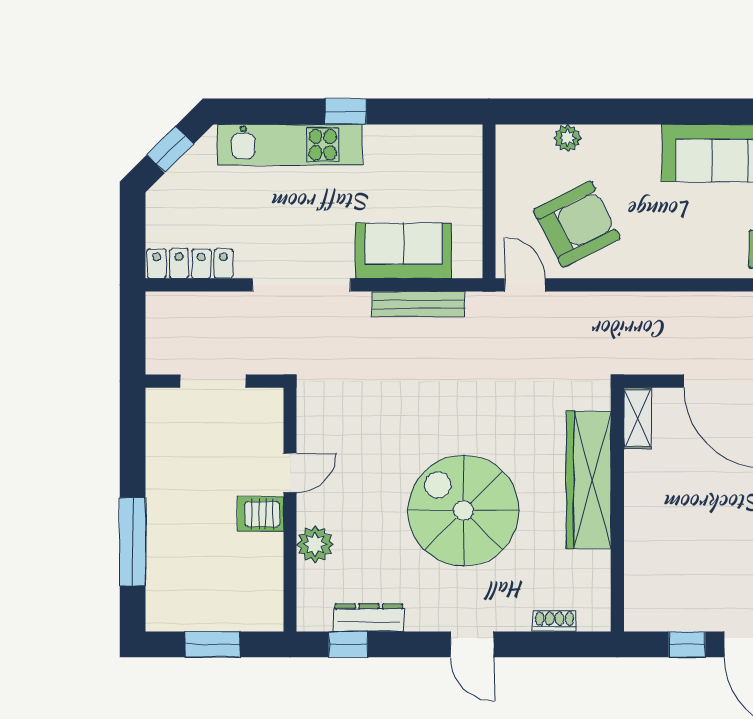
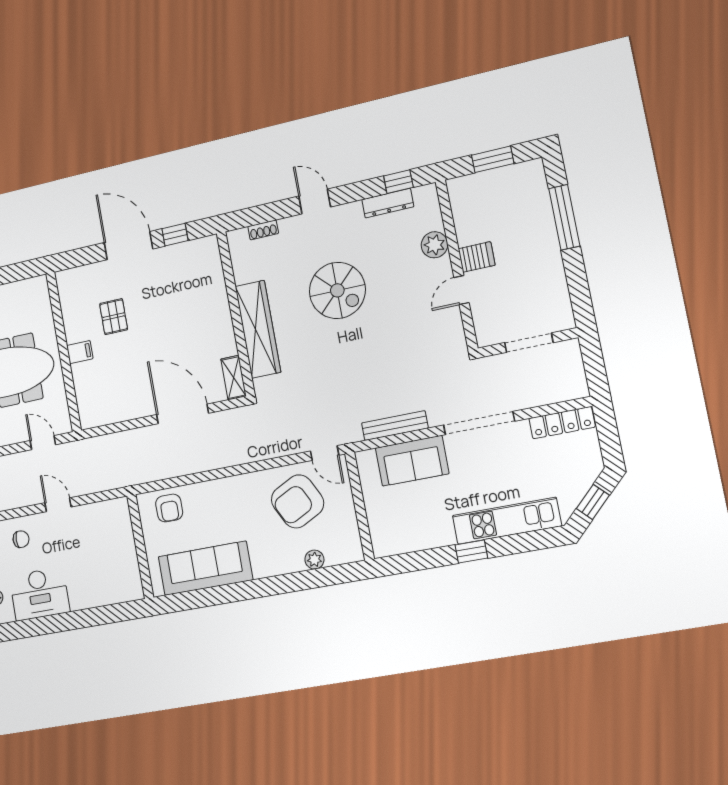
spiral stairs: (463, 510) -> (337, 290), width x0.73, depth x0.73

